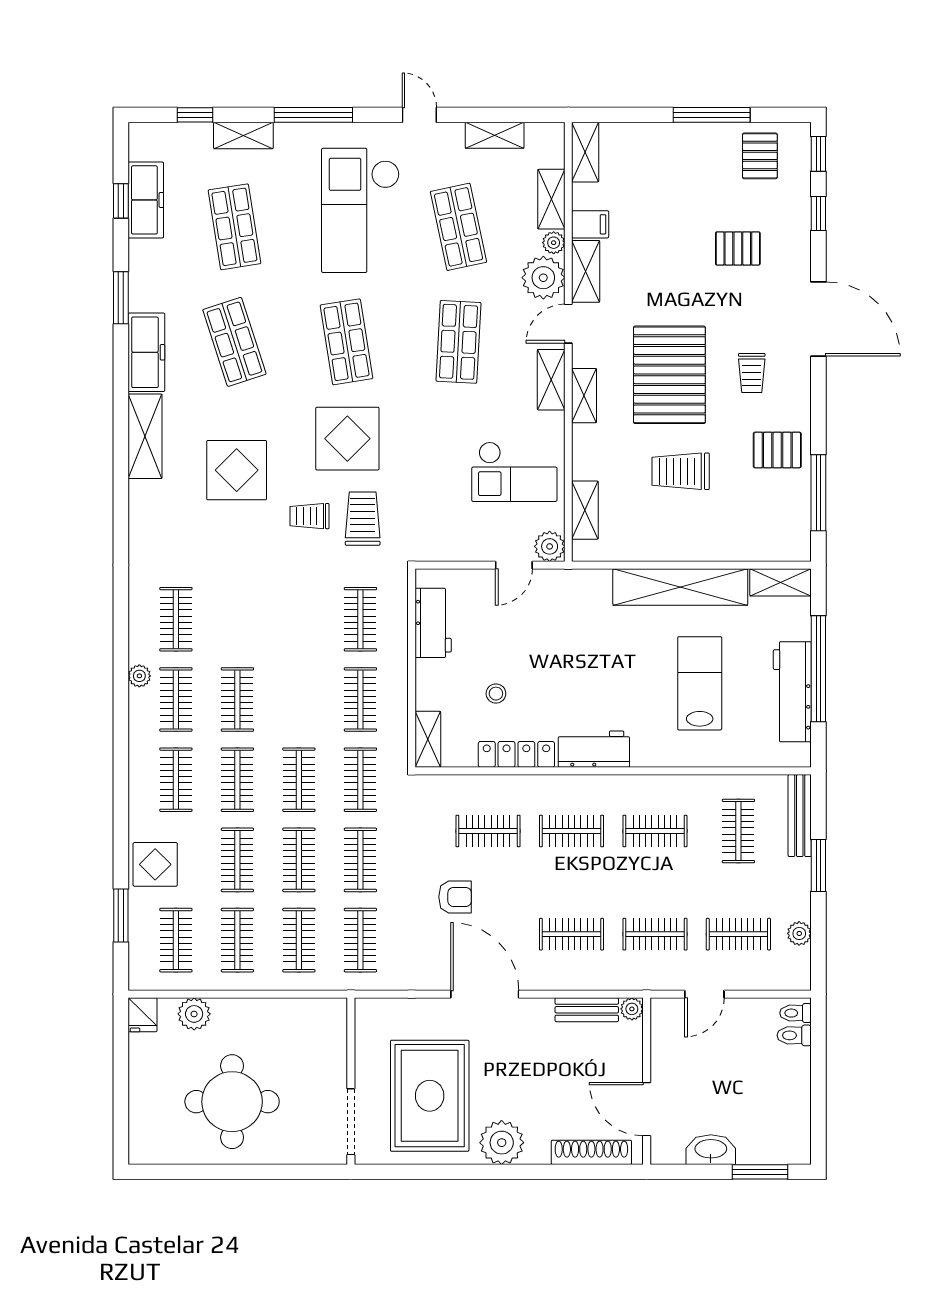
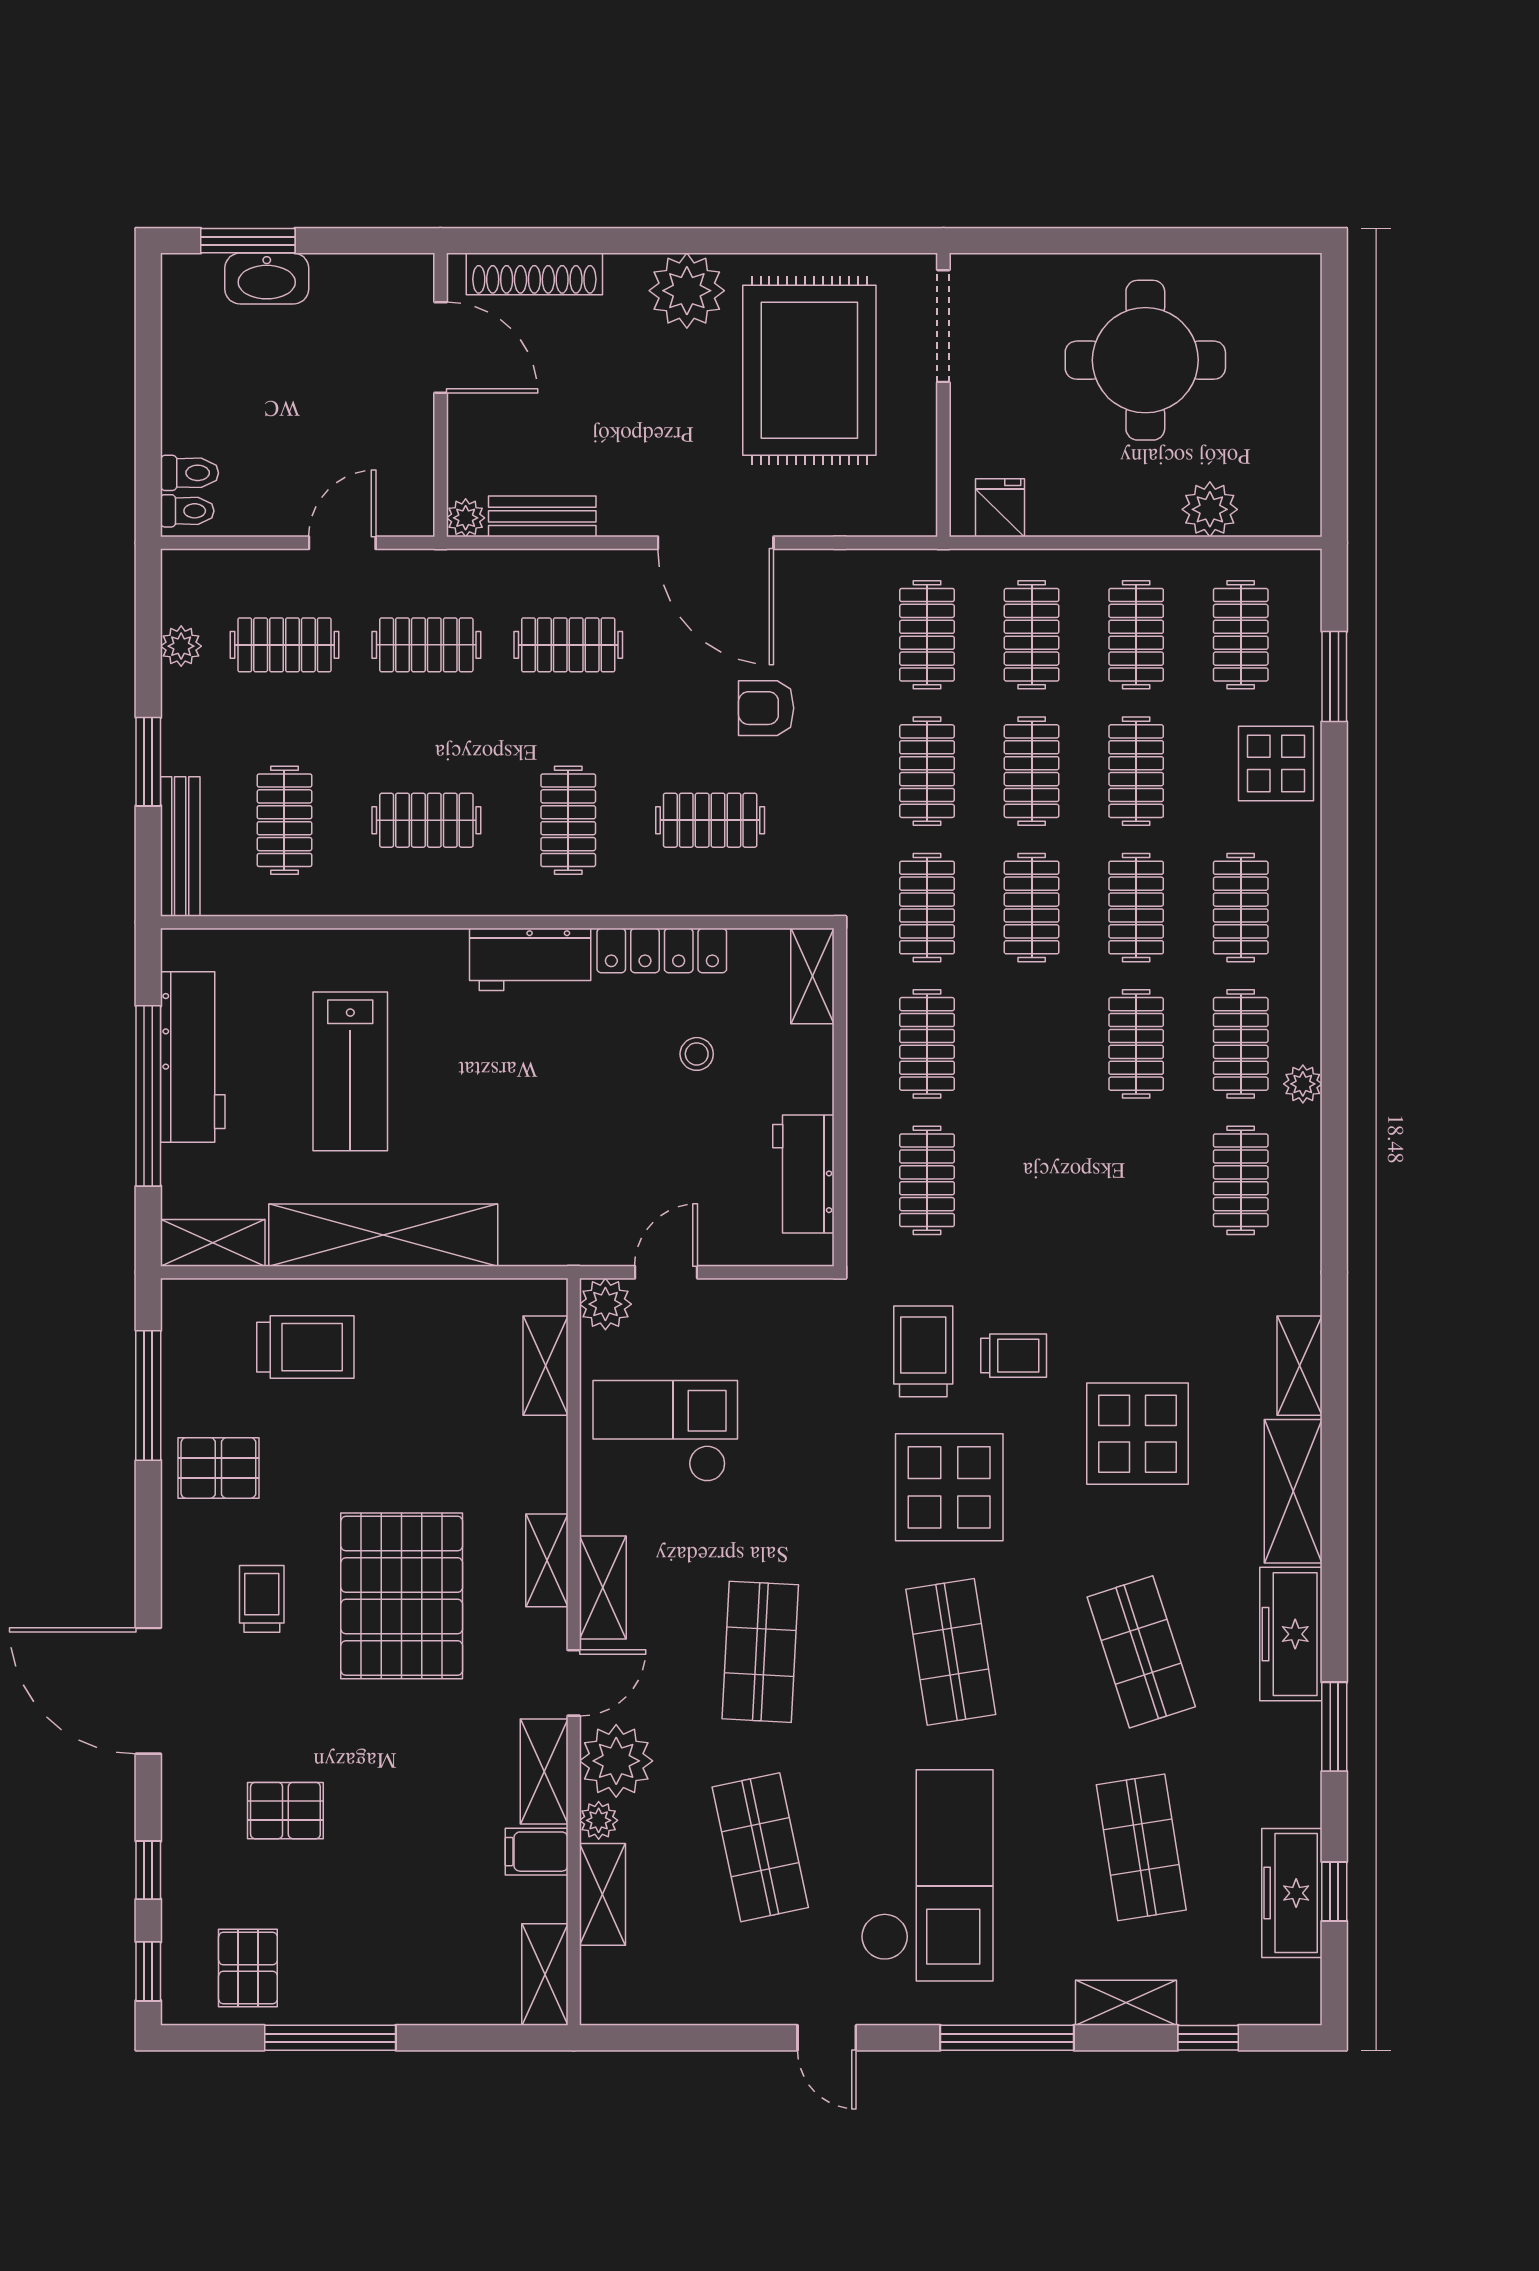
shelving: (495, 135) -> (1300, 1366), moved, turned 90
trolley: (681, 471) -> (305, 1347), moved
trolley: (363, 519) -> (923, 1351), turned 180
clothes rail: (571, 831) -> (568, 820), turned 90
fridge: (142, 1015) -> (1000, 508), moved
washbasin: (711, 1150) -> (267, 279), moved

